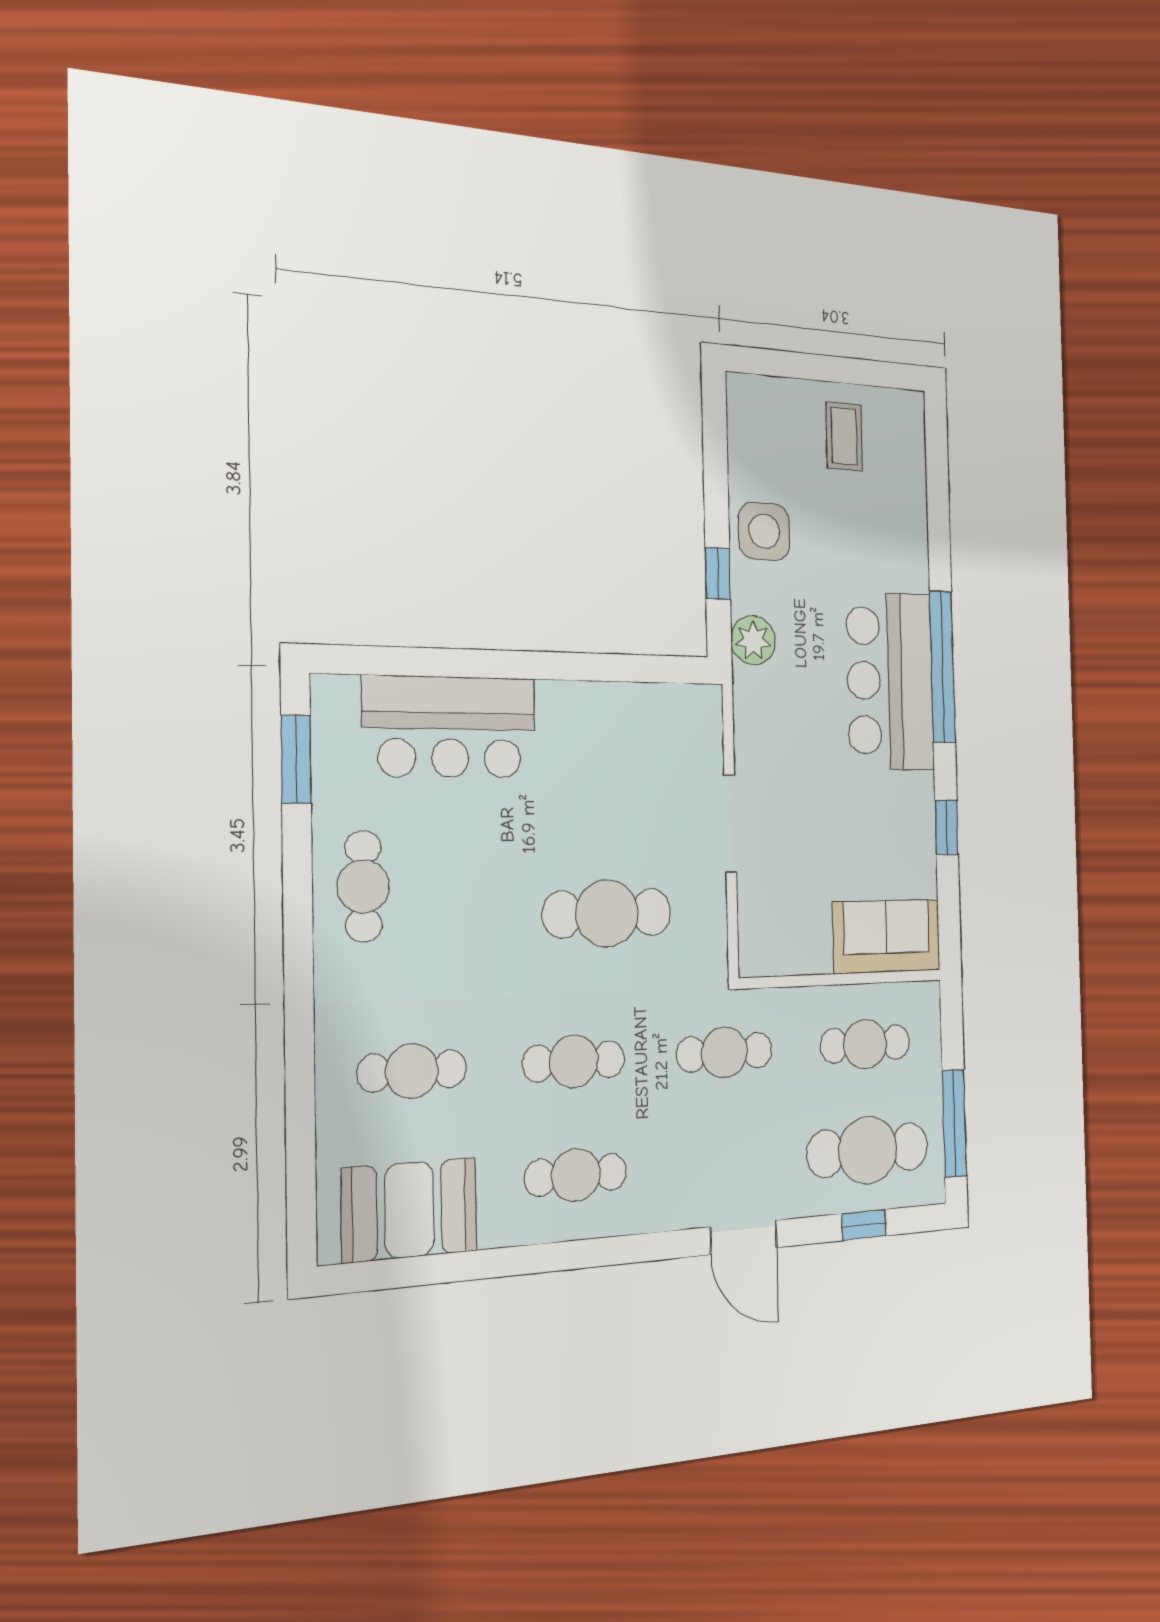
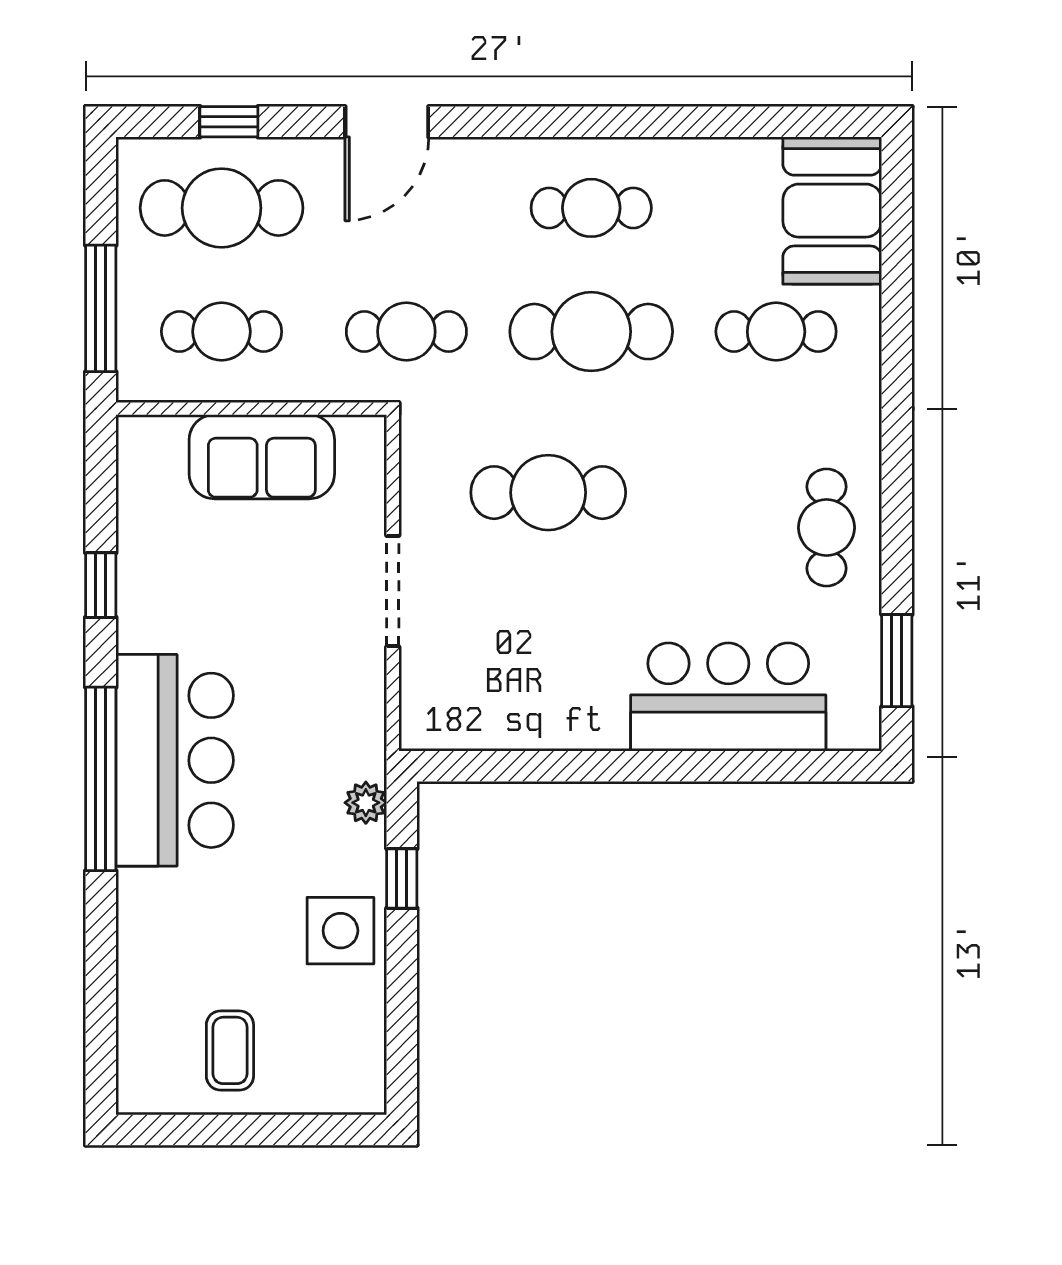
plant: (753, 640) -> (366, 803), width x0.73, depth x0.73
sofa: (887, 936) -> (262, 457), moved
cafe table: (574, 1061) -> (591, 332), width x1.37, depth x1.35
window: (954, 1123) -> (101, 308), moved
booth: (409, 1210) -> (832, 211), moved, turned 90
door: (744, 1237) -> (387, 122), swing flipped

